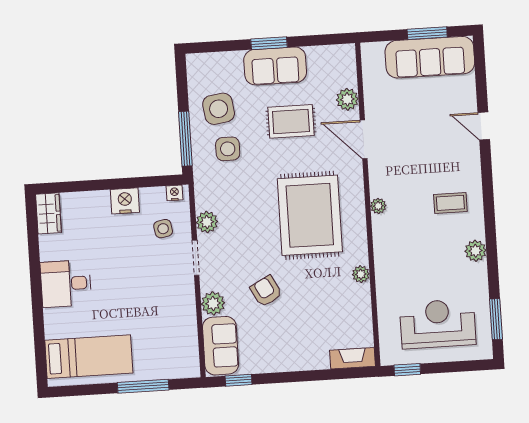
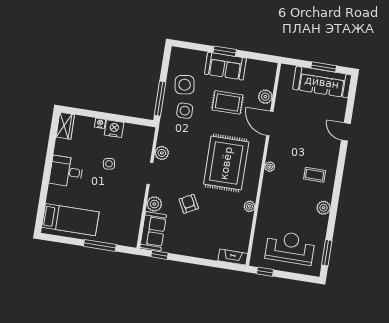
nightstand: (174, 193) -> (100, 123), moved
side table: (163, 229) -> (109, 164), moved

